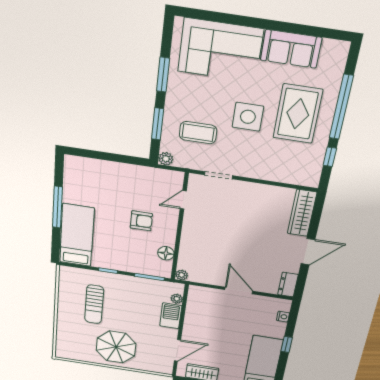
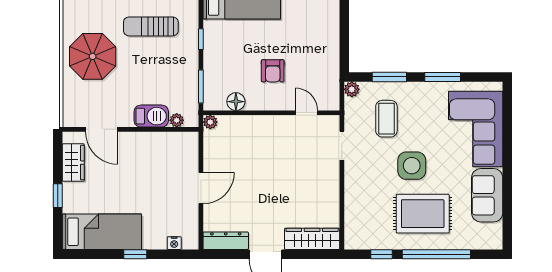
dresser: (288, 285) -> (226, 241), width x1.44

